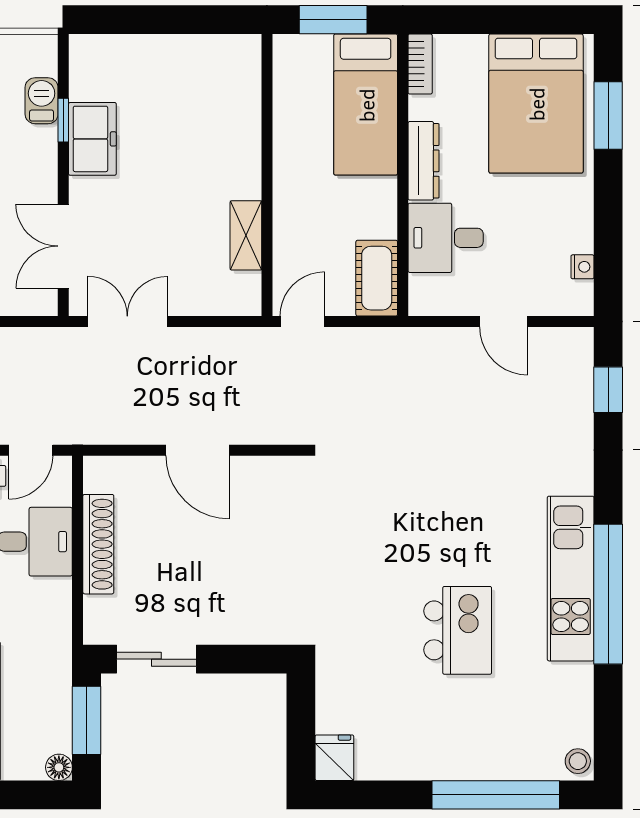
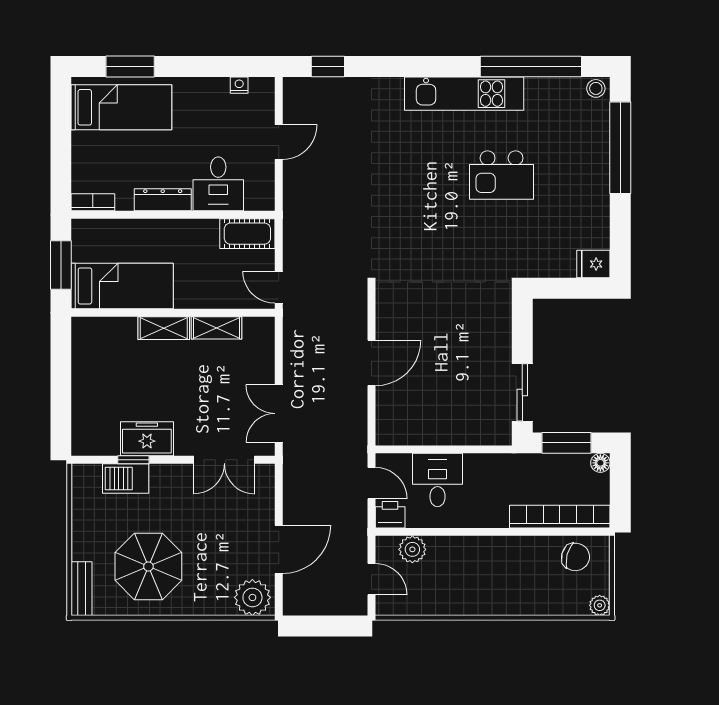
barbecue: (42, 101) -> (126, 479), width x1.38, depth x1.27
bed: (536, 104) -> (121, 107), width x0.67
bed: (366, 105) -> (122, 286), moved
shelving: (246, 162) -> (164, 328), added
shoe rack: (98, 544) -> (439, 434), removed
window: (608, 594) -> (531, 67), moved
kitchen island: (458, 630) -> (502, 175), turned 180

